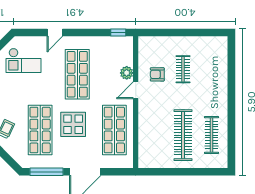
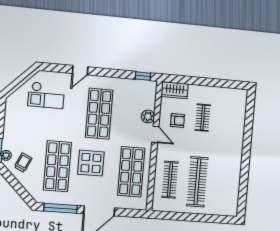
wardrobe: (152, 44) -> (175, 90), added
armchair: (157, 74) -> (178, 121), turned 180
door: (136, 90) -> (155, 134), swing flipped
clothes rail: (211, 135) -> (170, 180), moved

